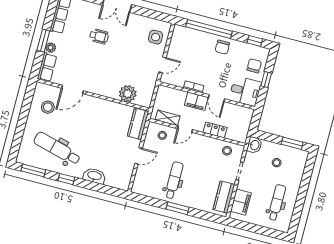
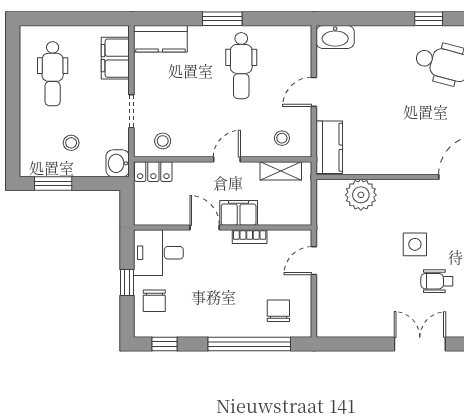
side table: (156, 37) -> (415, 244), moved
chair: (222, 47) -> (278, 311), moved
door: (185, 129) -> (227, 159), moved
locker: (215, 130) -> (153, 172), moved
washbasin: (94, 176) -> (335, 37), moved
kitchen counter: (224, 197) -> (160, 39), moved, turned 90

